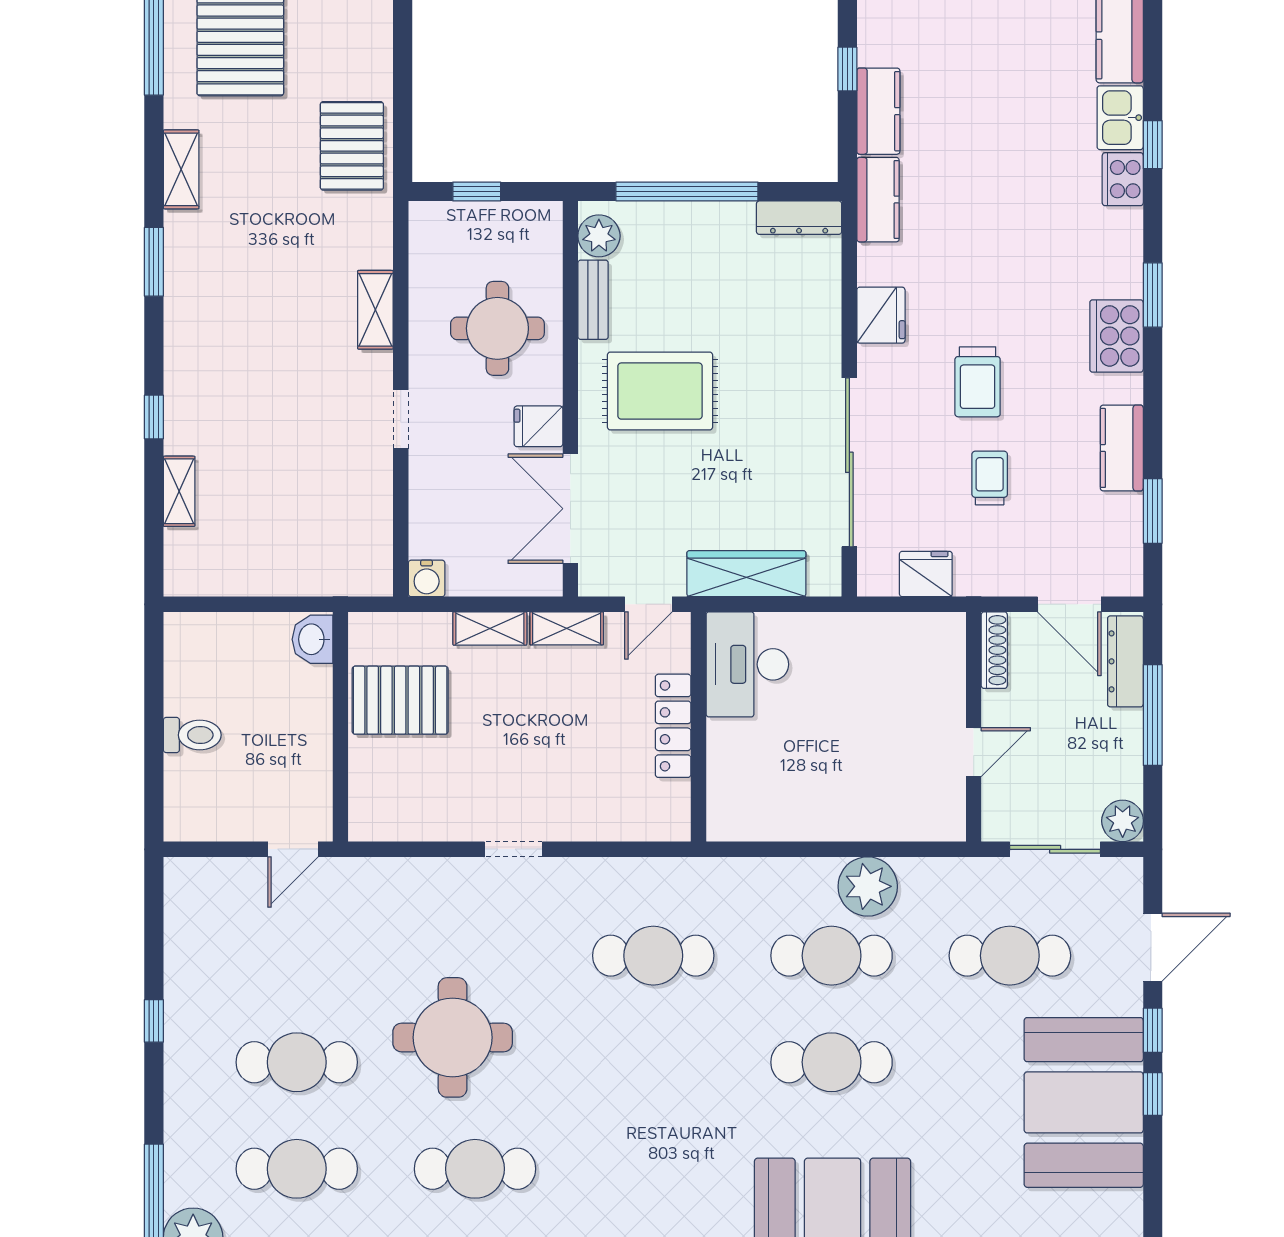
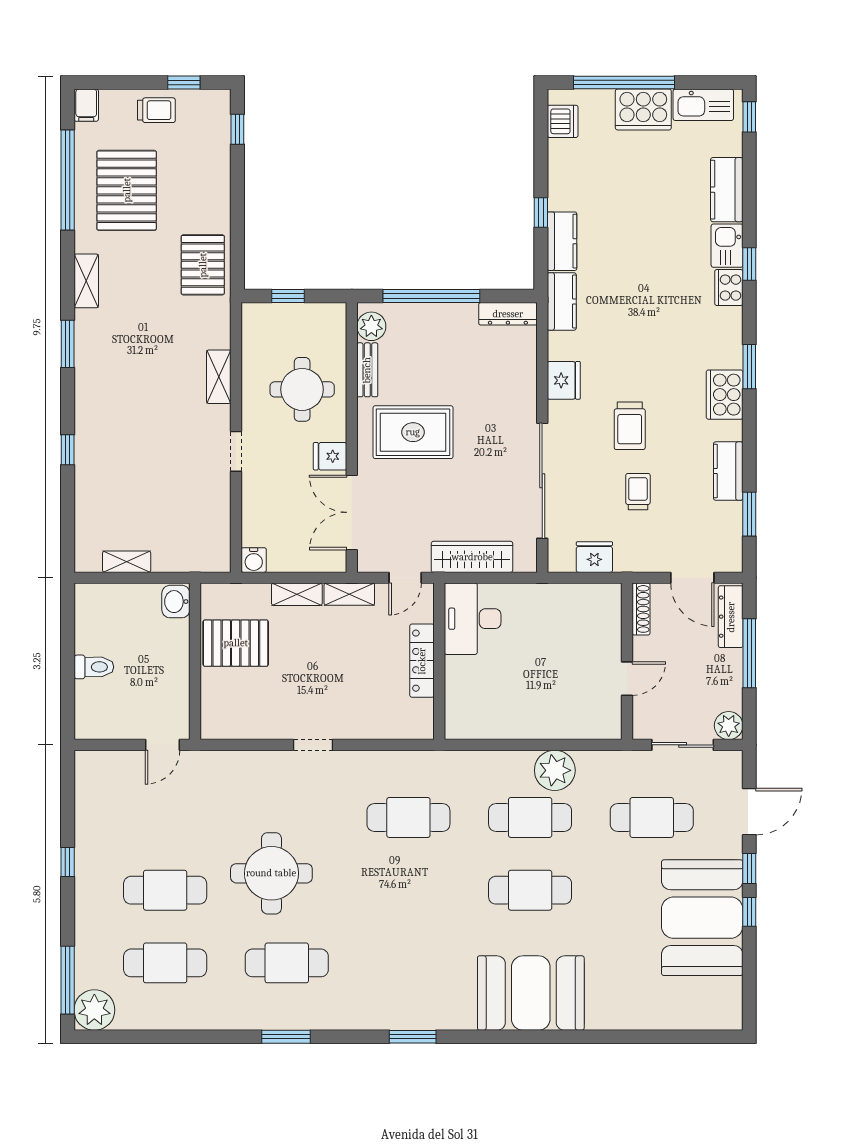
shelving: (179, 491) -> (127, 562), moved, turned 90

